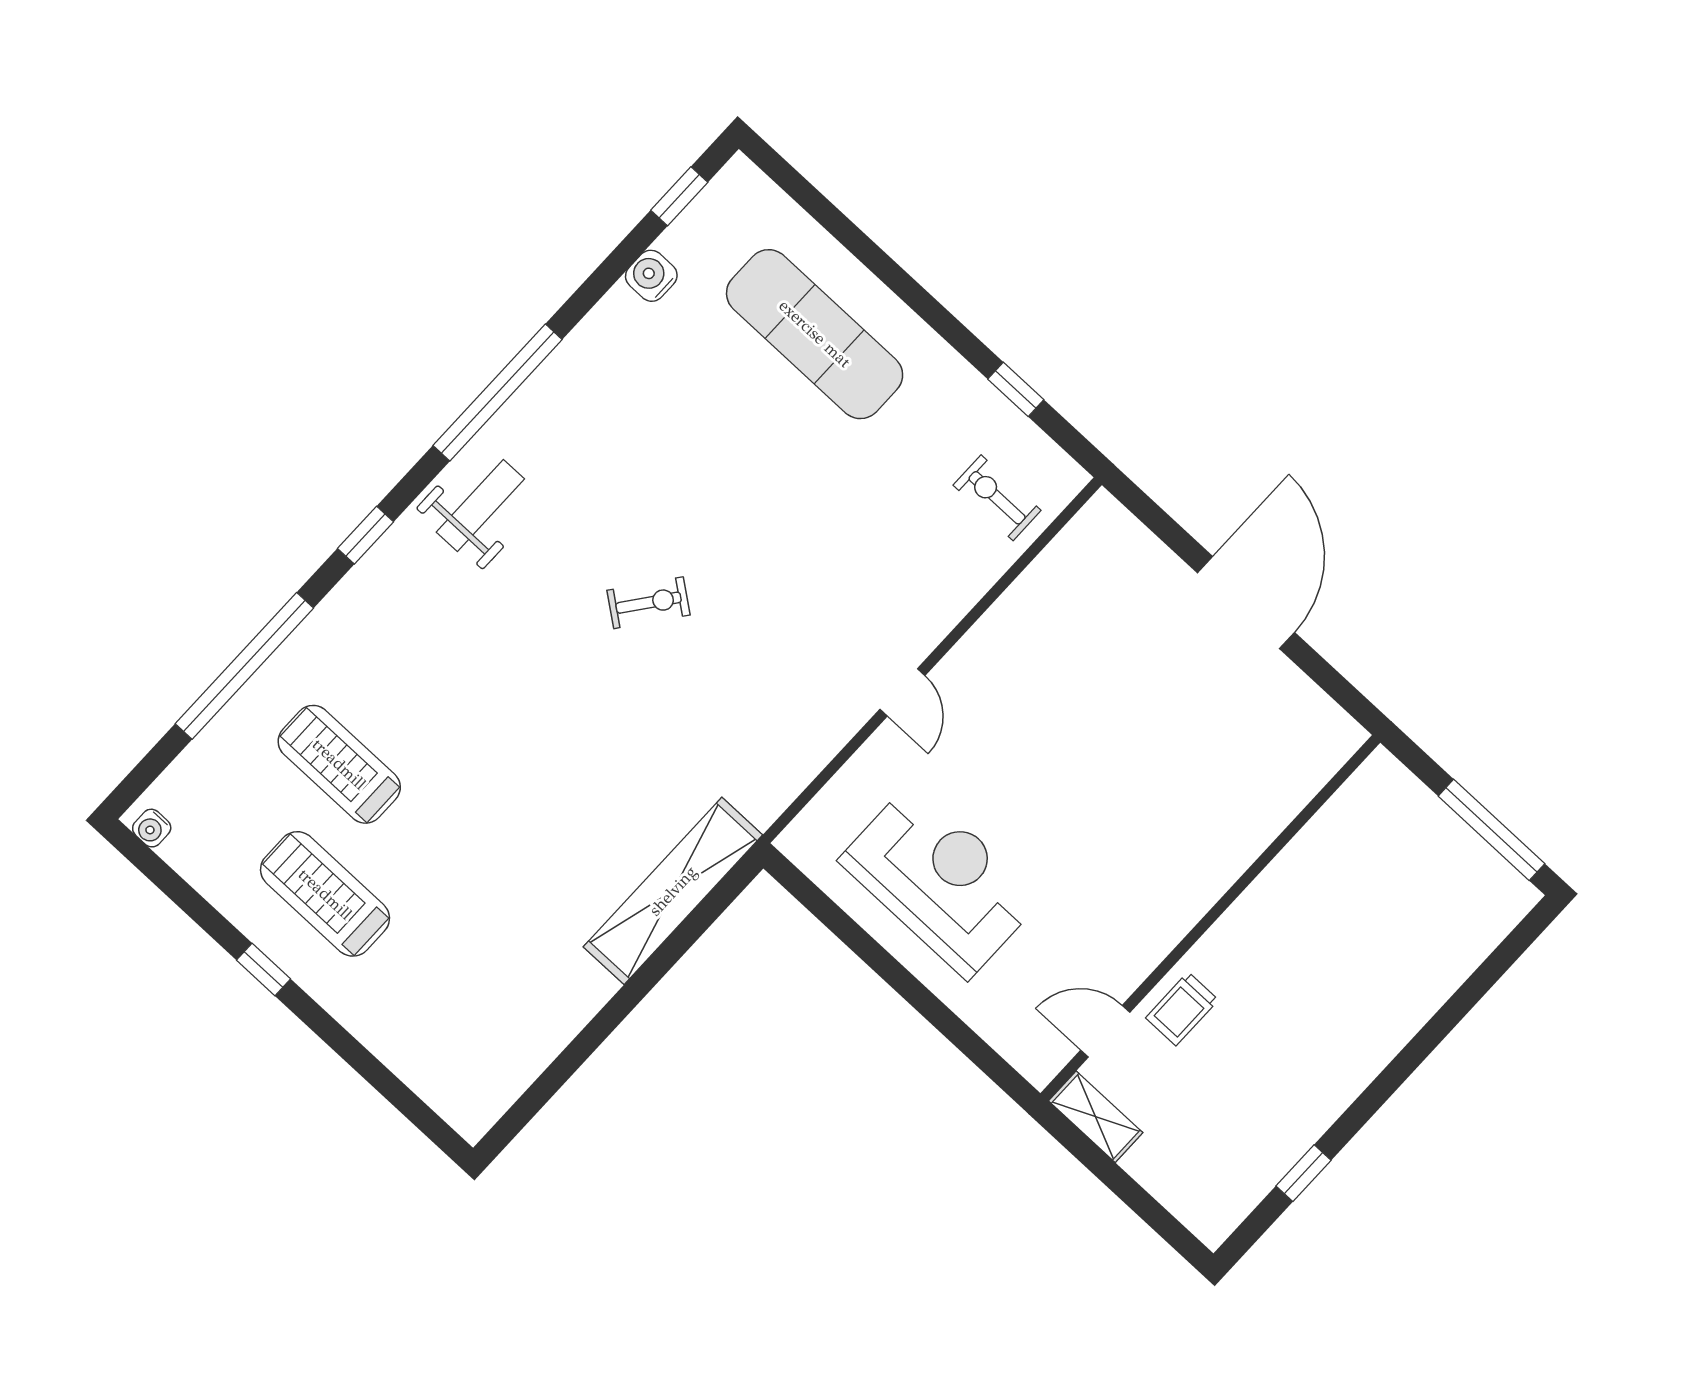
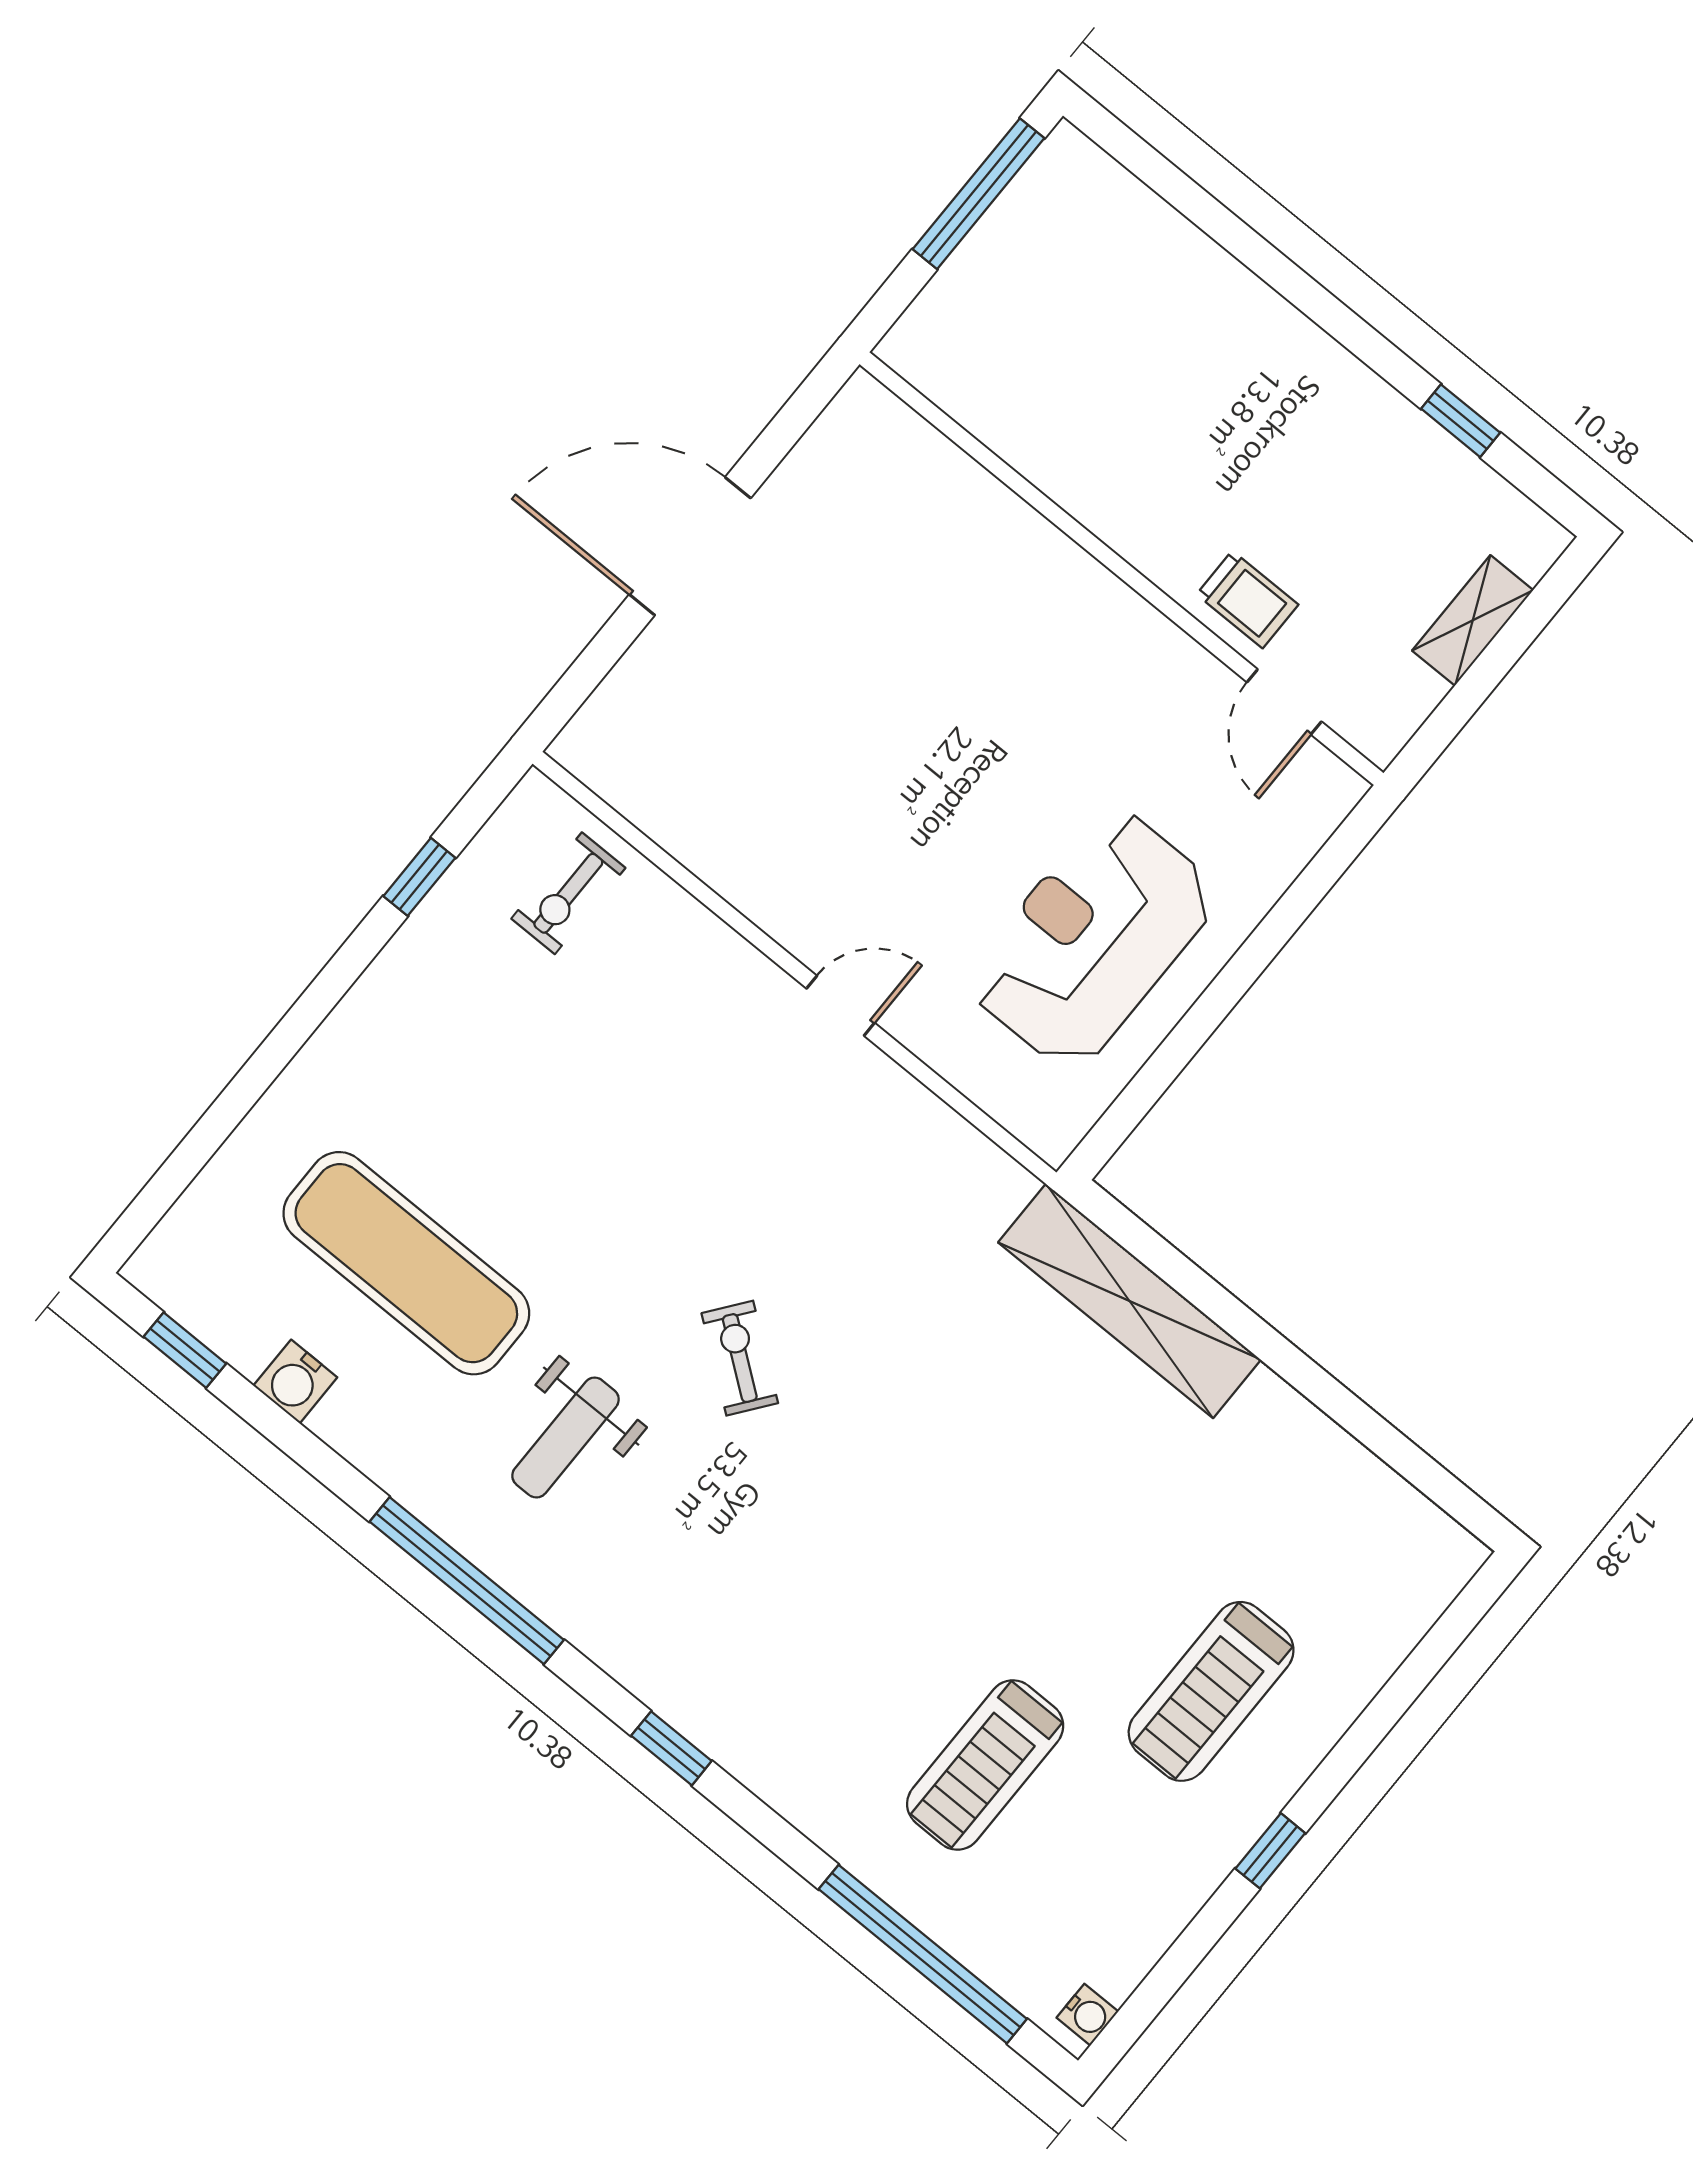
exercise mat: (815, 334) -> (406, 1263), moved, turned 90
weight bench: (480, 505) -> (566, 1438), moved, turned -90
window: (244, 666) -> (923, 1954), moved
treadmill: (325, 894) -> (1211, 1691), moved
shelving: (1096, 1117) -> (1473, 620), moved

